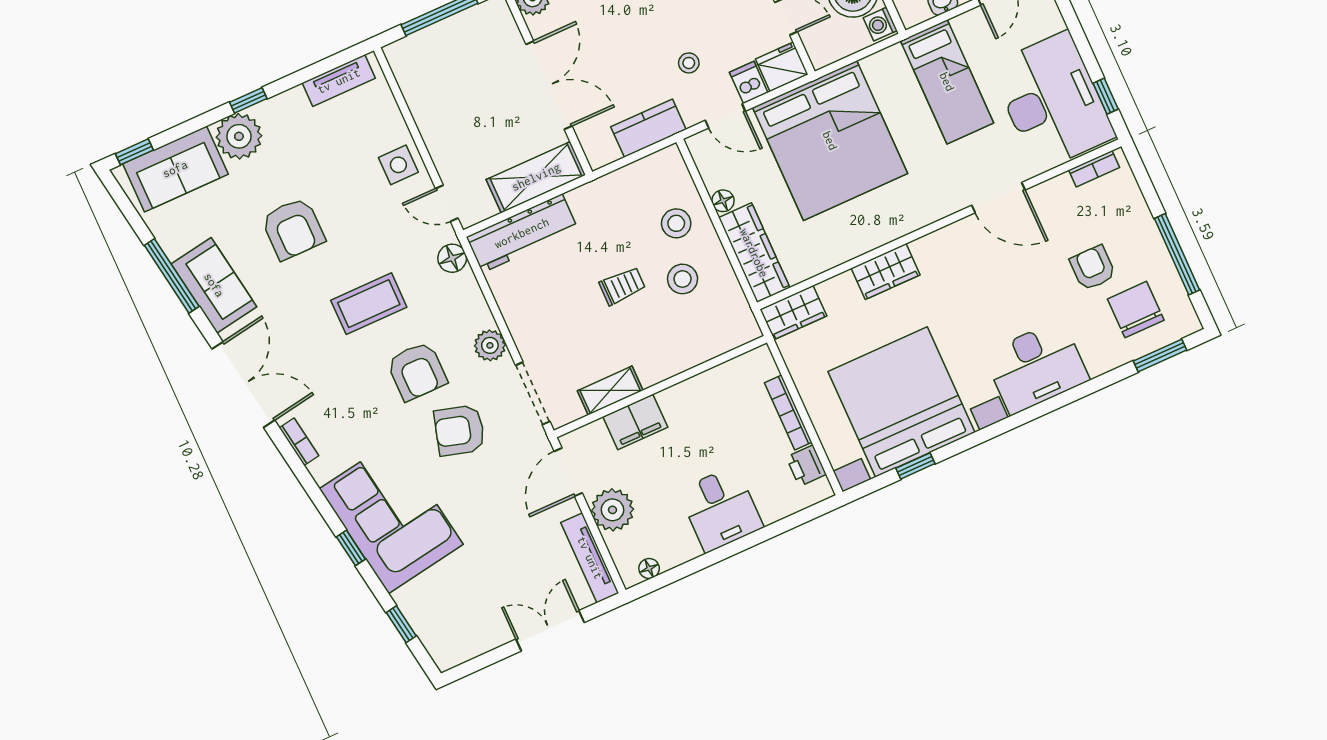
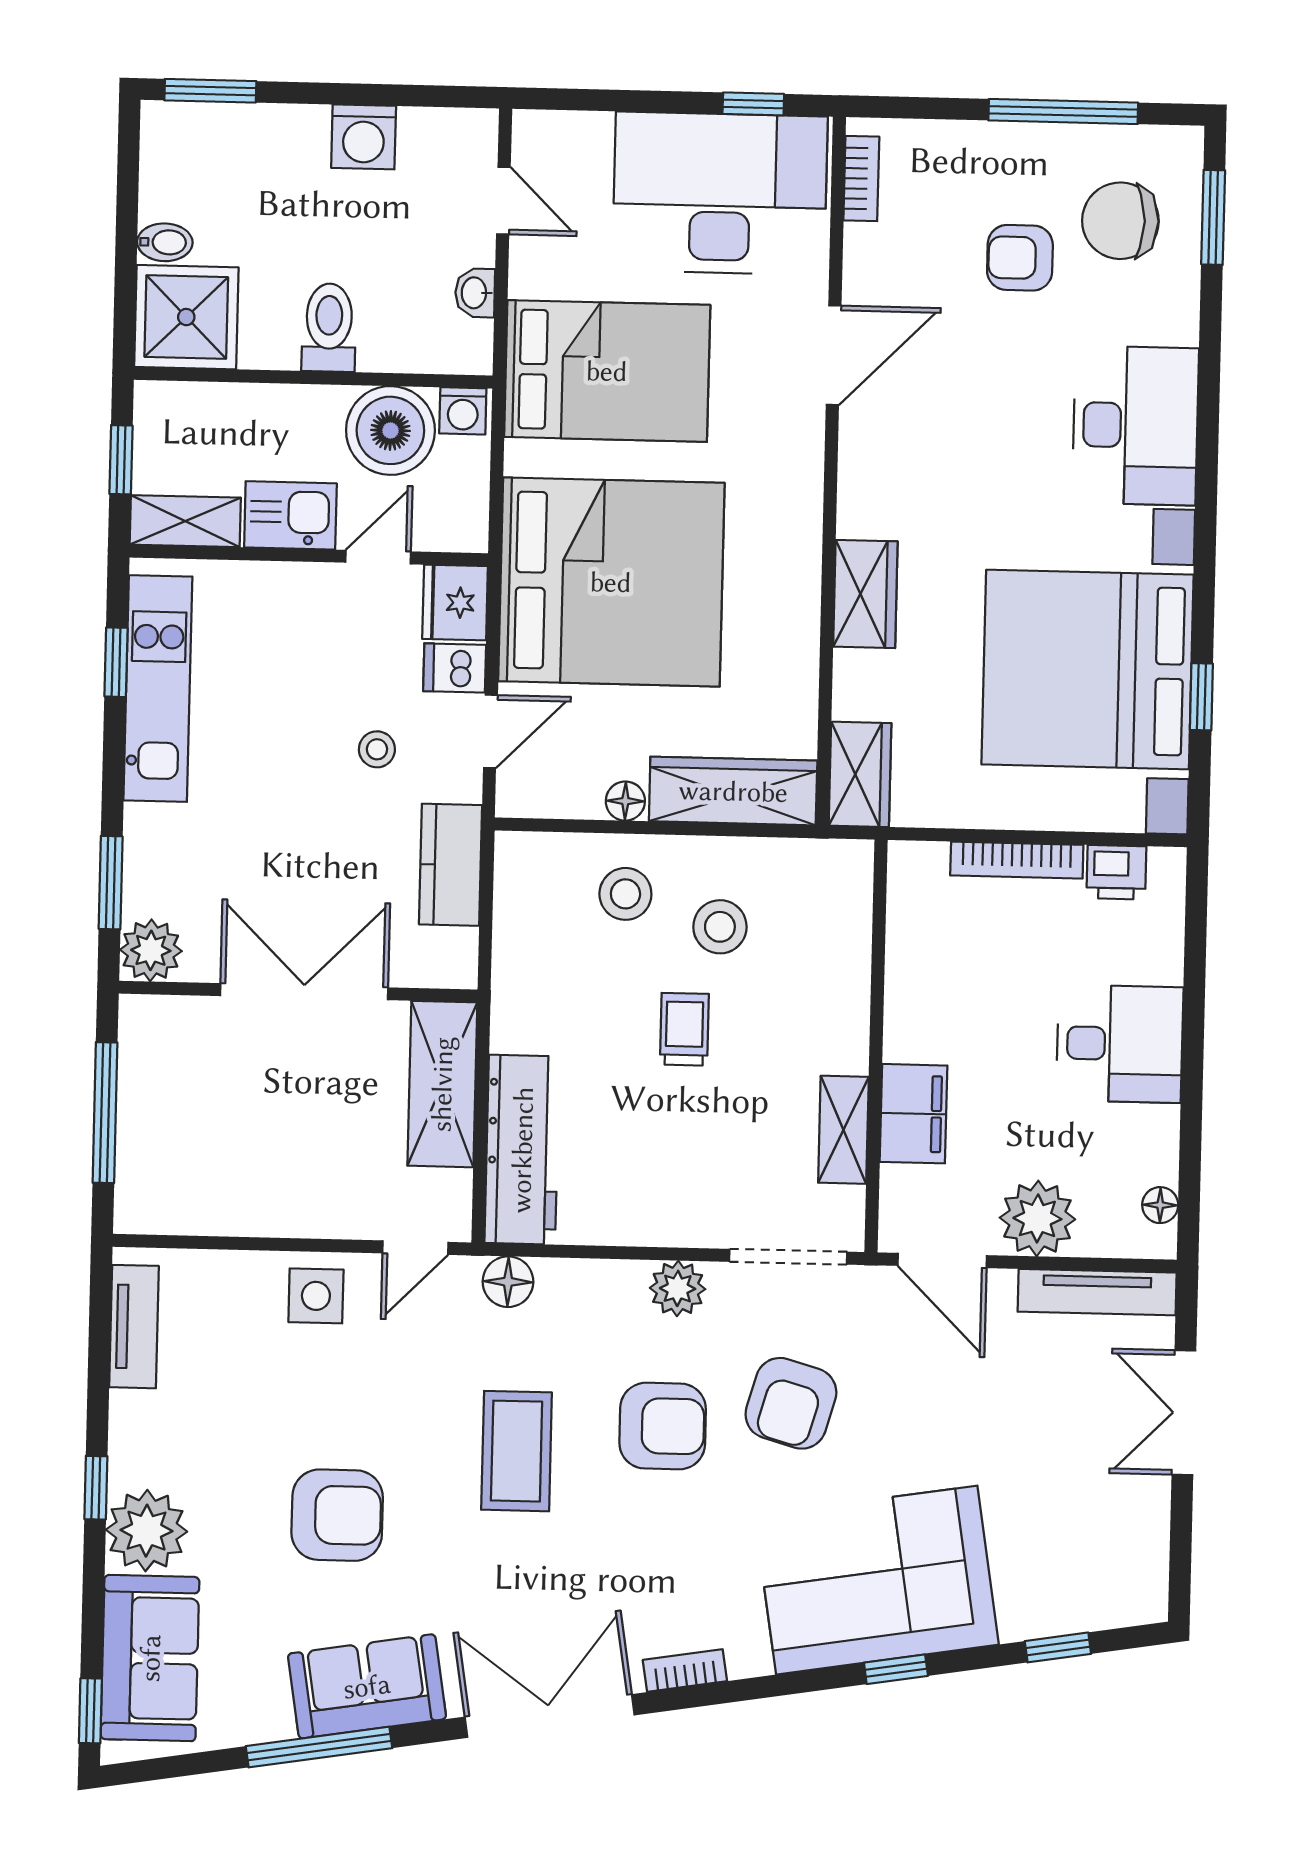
bed: (947, 82) -> (607, 371), width x1.50

